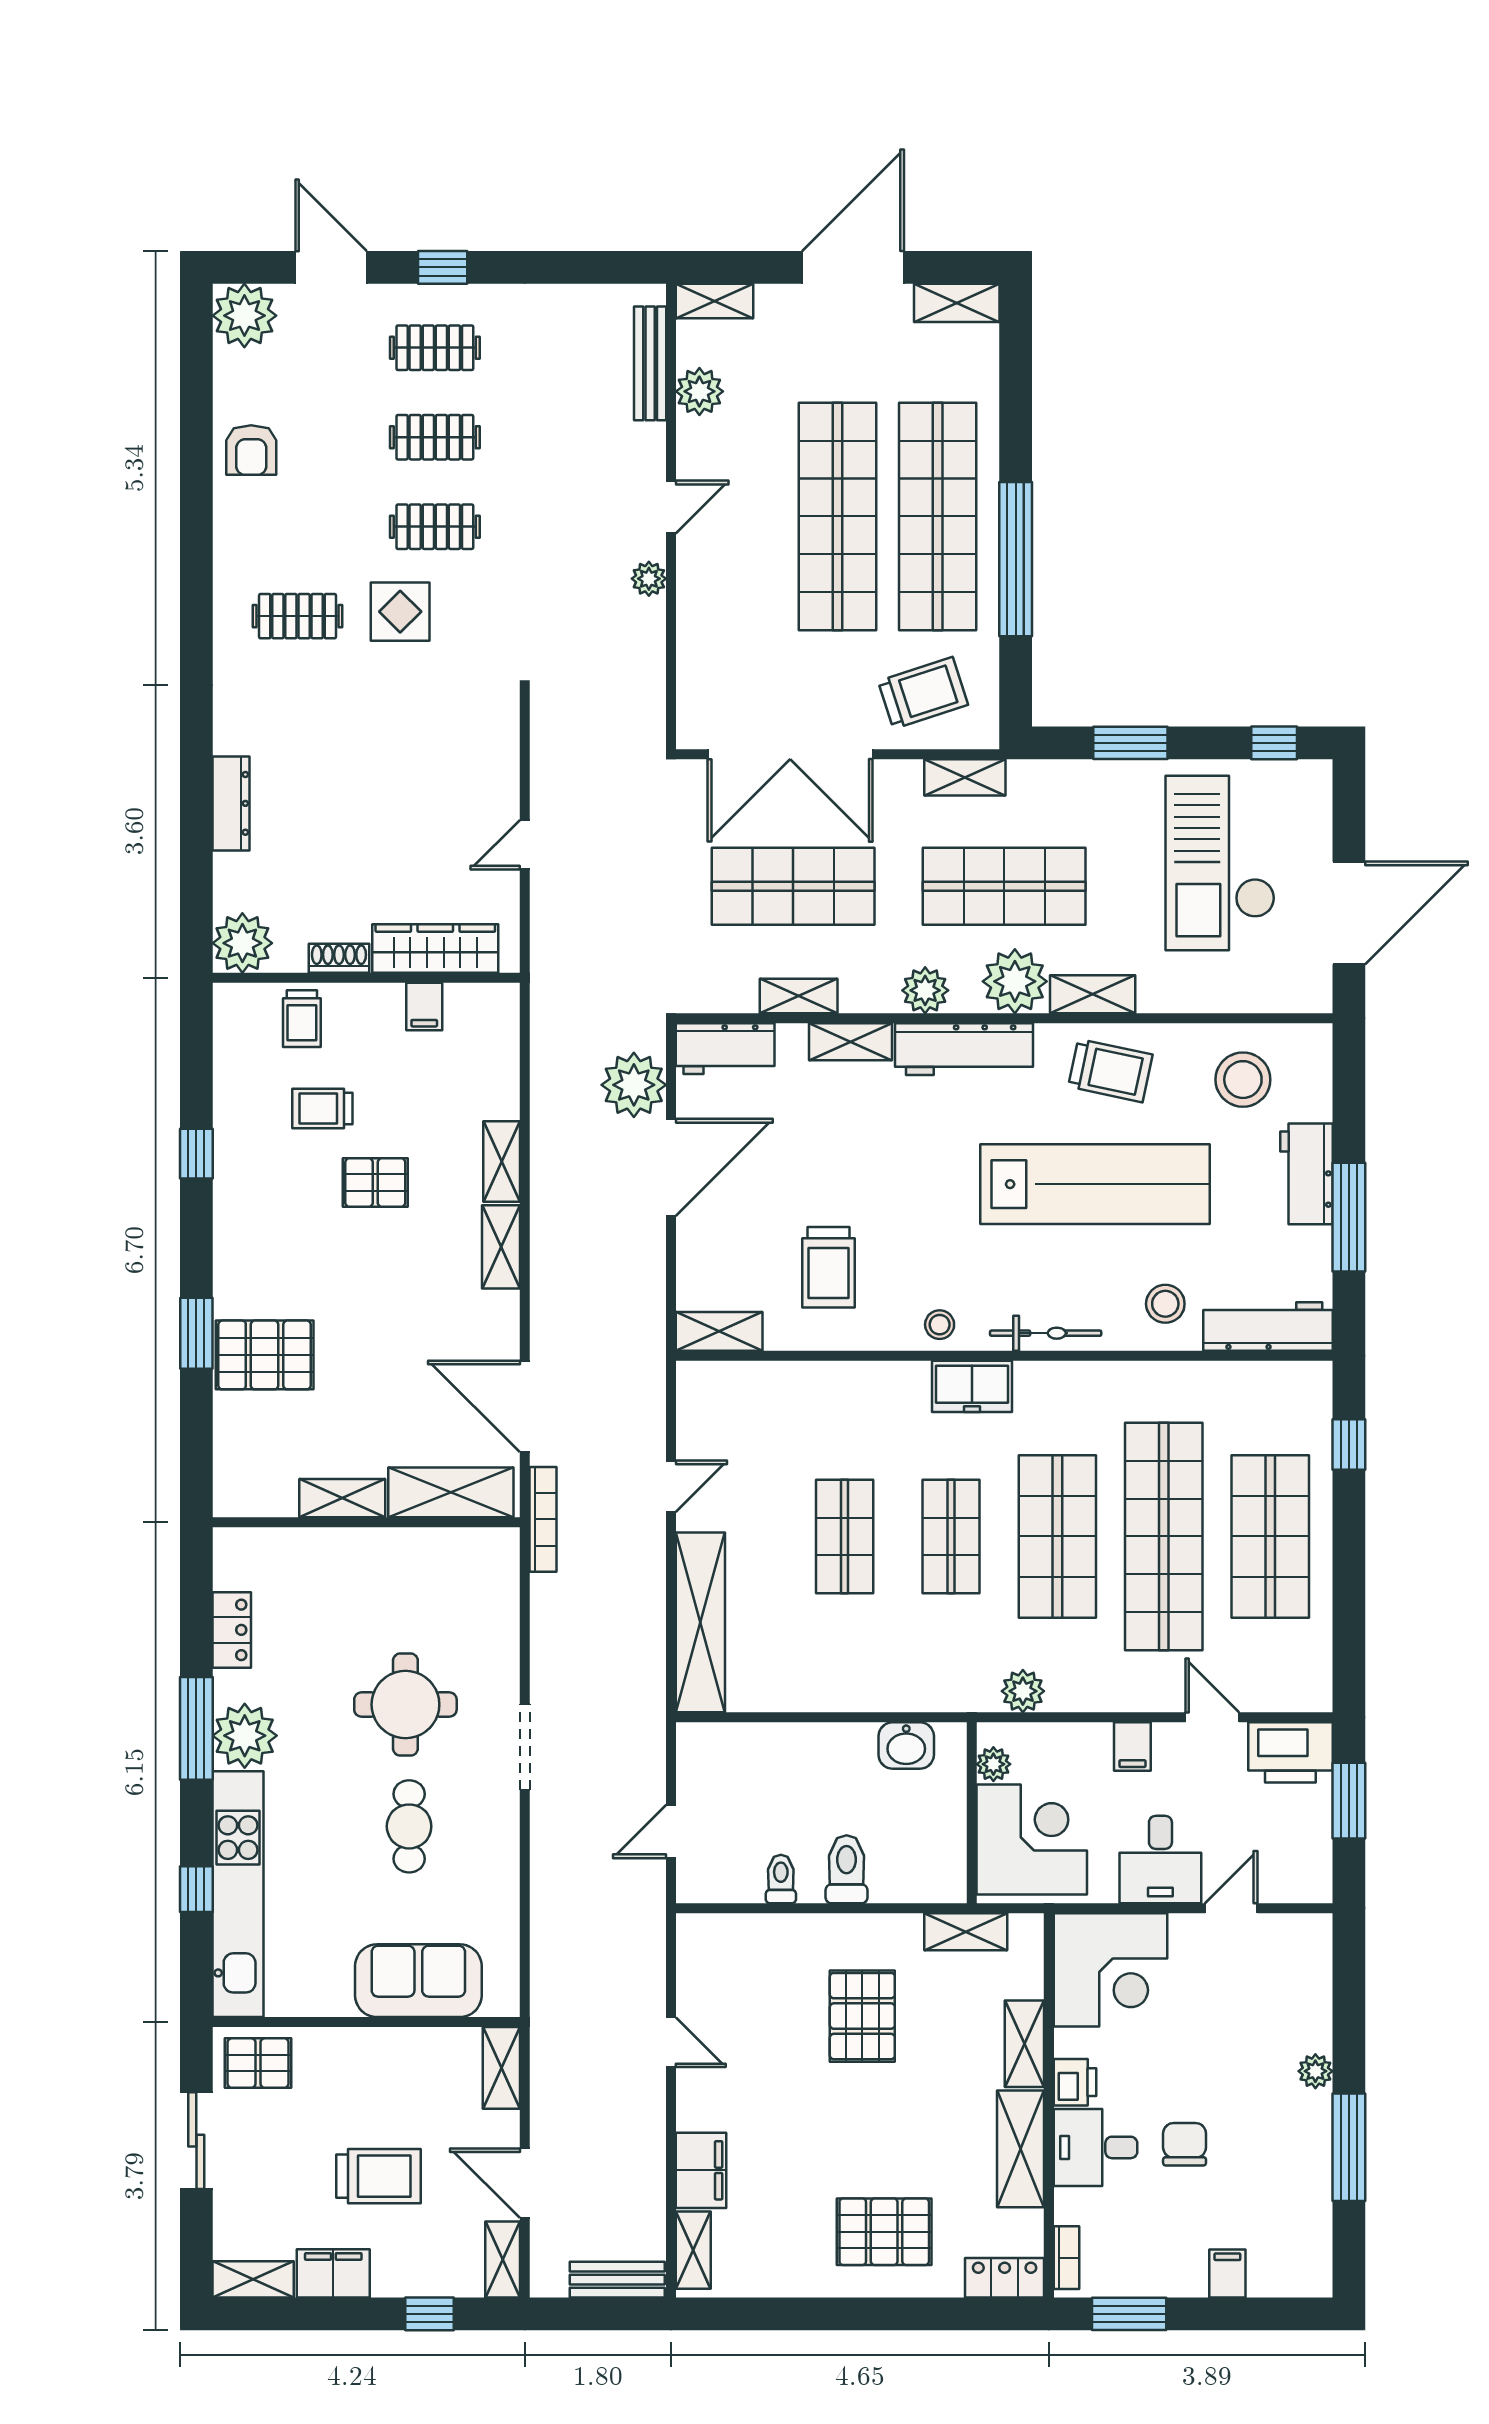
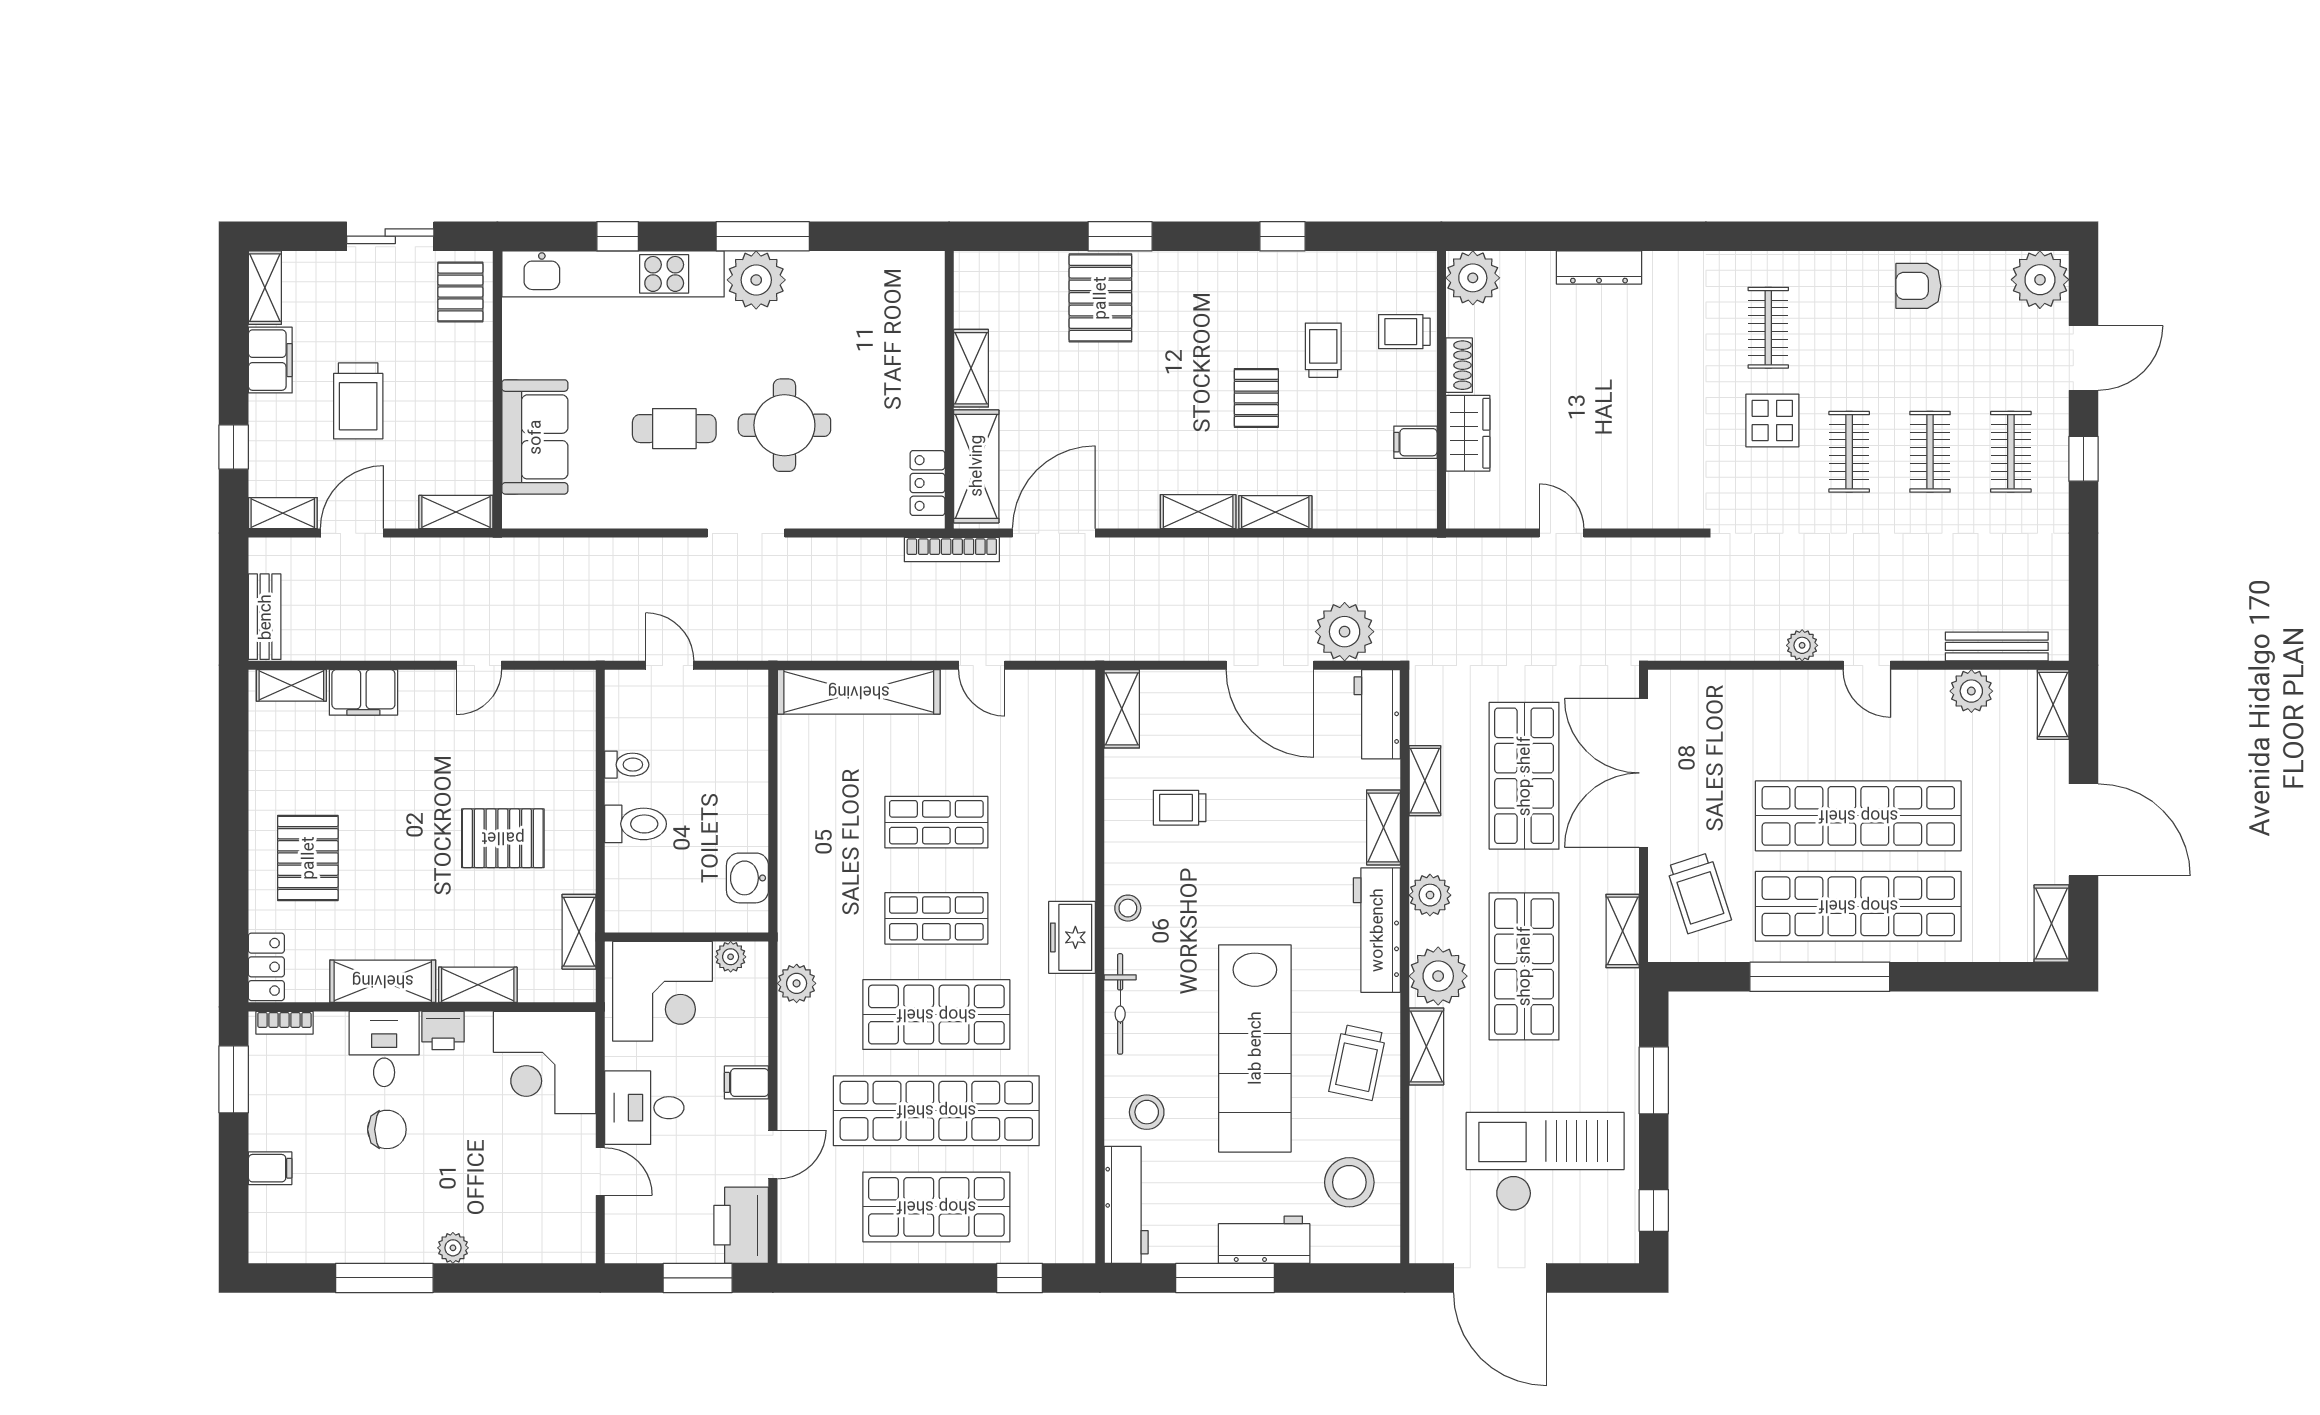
wardrobe: (435, 949) -> (1468, 433), width x0.67
trolley: (829, 1267) -> (1180, 808), width x0.73, depth x0.72
locker: (232, 1630) -> (927, 483), moved, turned 90

